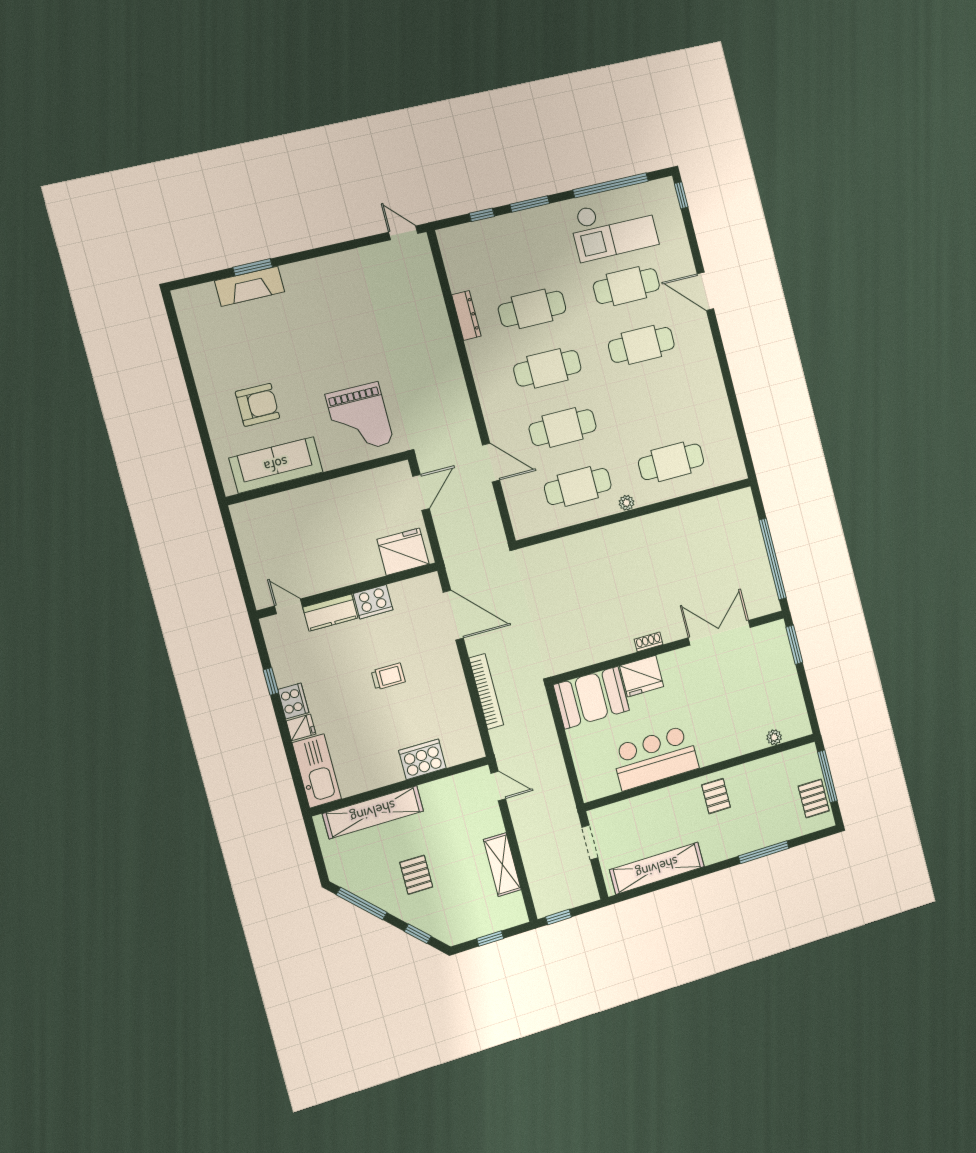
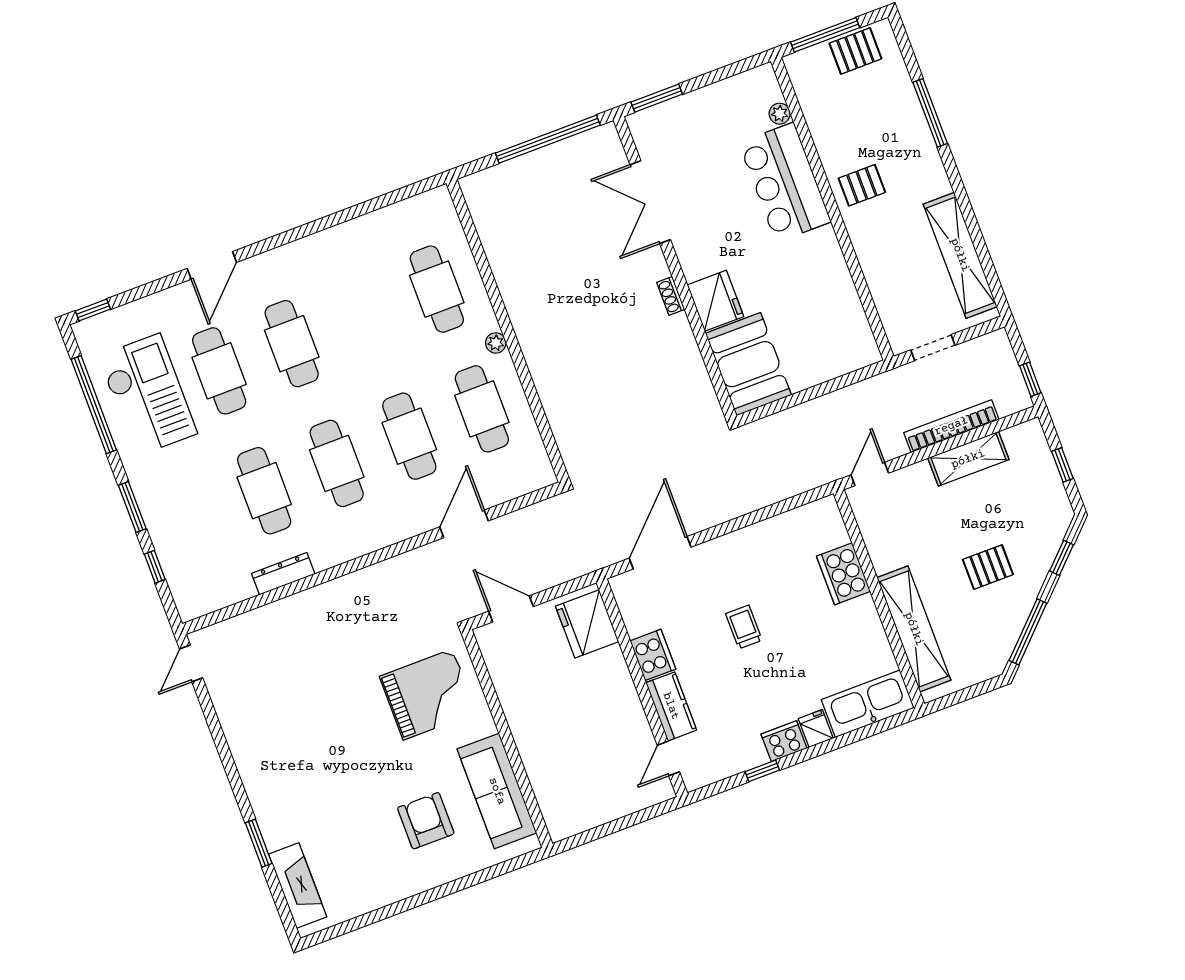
fireplace: (250, 286) -> (298, 886), moved
bookcase: (486, 692) -> (951, 426), moved
bar counter: (655, 758) -> (785, 182), moved

